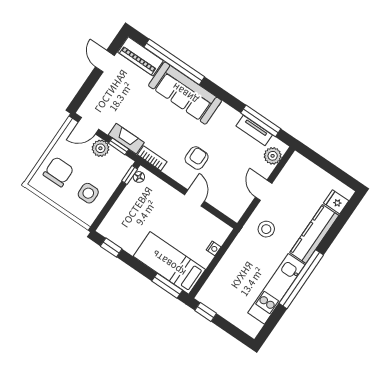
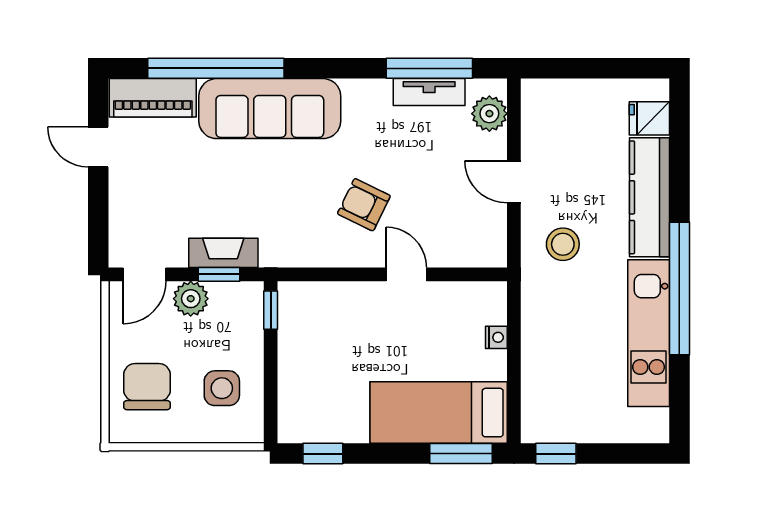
bookcase: (152, 158) -> (289, 256), removed
armchair: (197, 158) -> (364, 205), turned -64
floor lamp: (139, 177) -> (289, 303), removed

